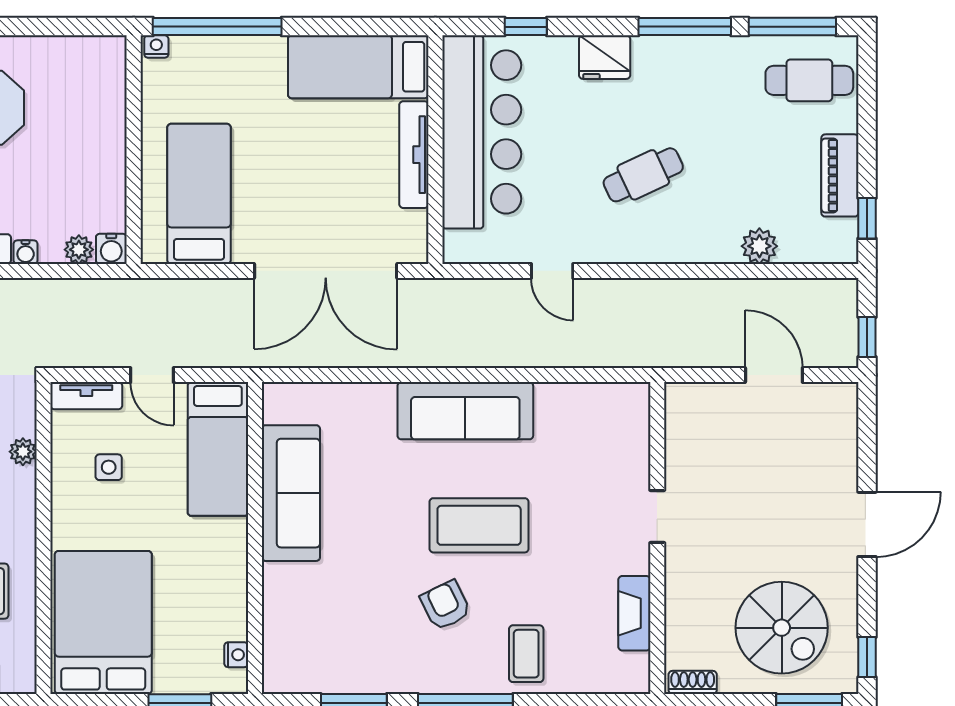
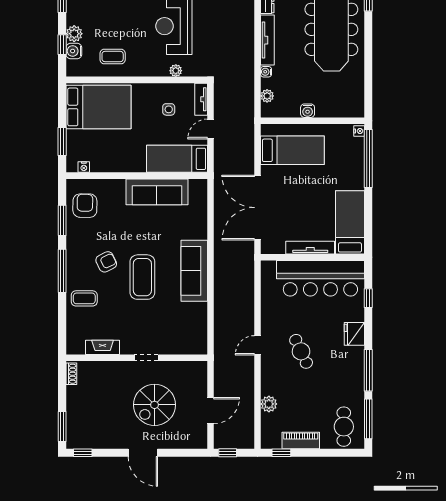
water cooler: (111, 249) -> (308, 111), moved, turned -90
door: (552, 271) -> (258, 345), moved
spiral stairs: (782, 628) -> (155, 405), moved
armchair: (321, 652) -> (85, 206), added

